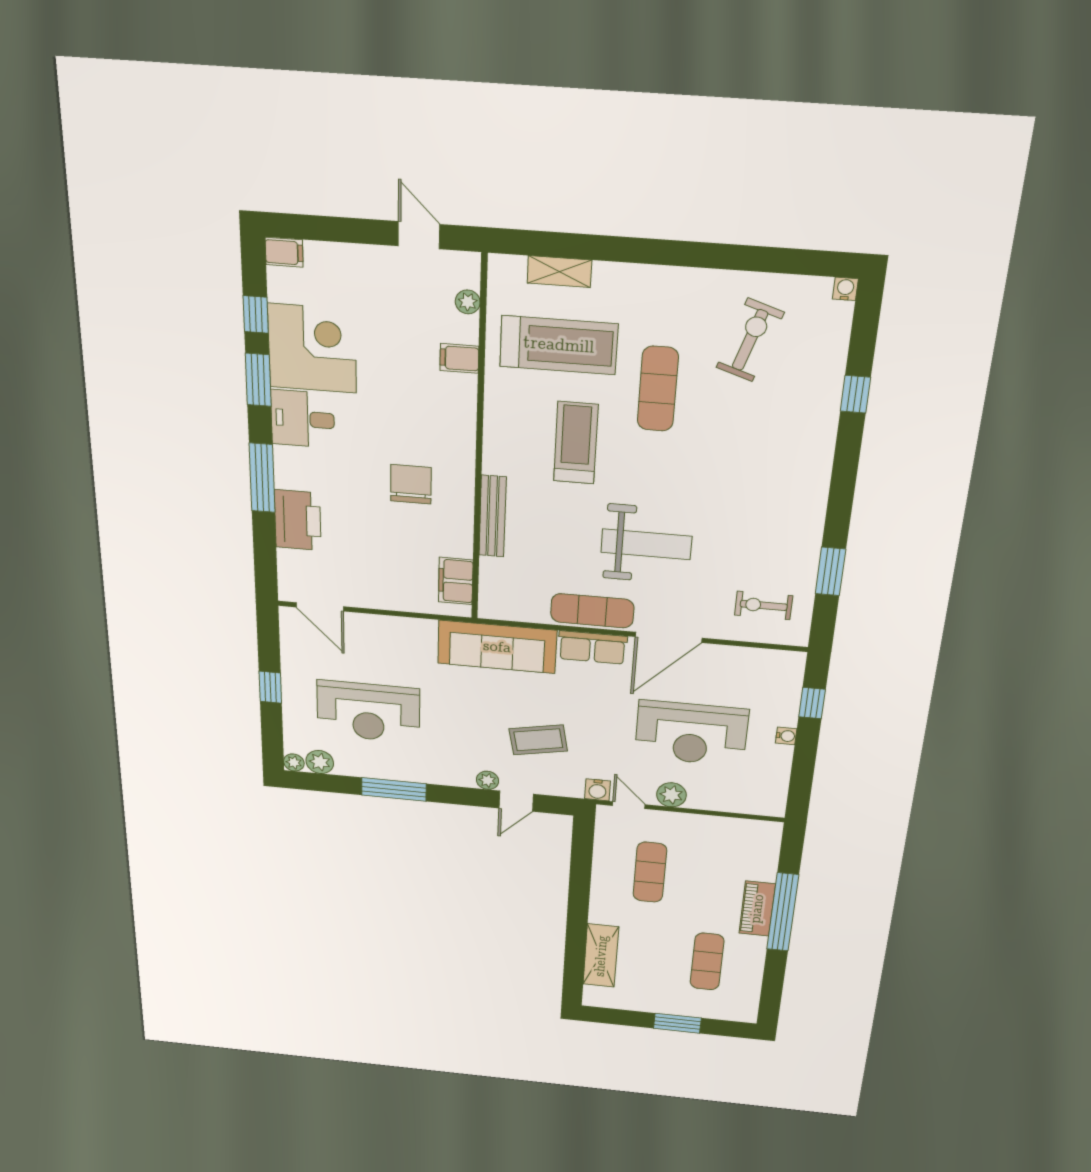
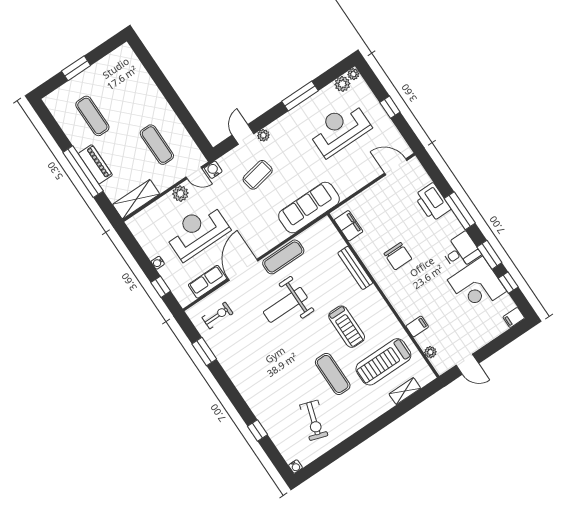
row of seats: (592, 647) -> (207, 282), moved
shelving: (601, 956) -> (136, 199), moved, turned 90

